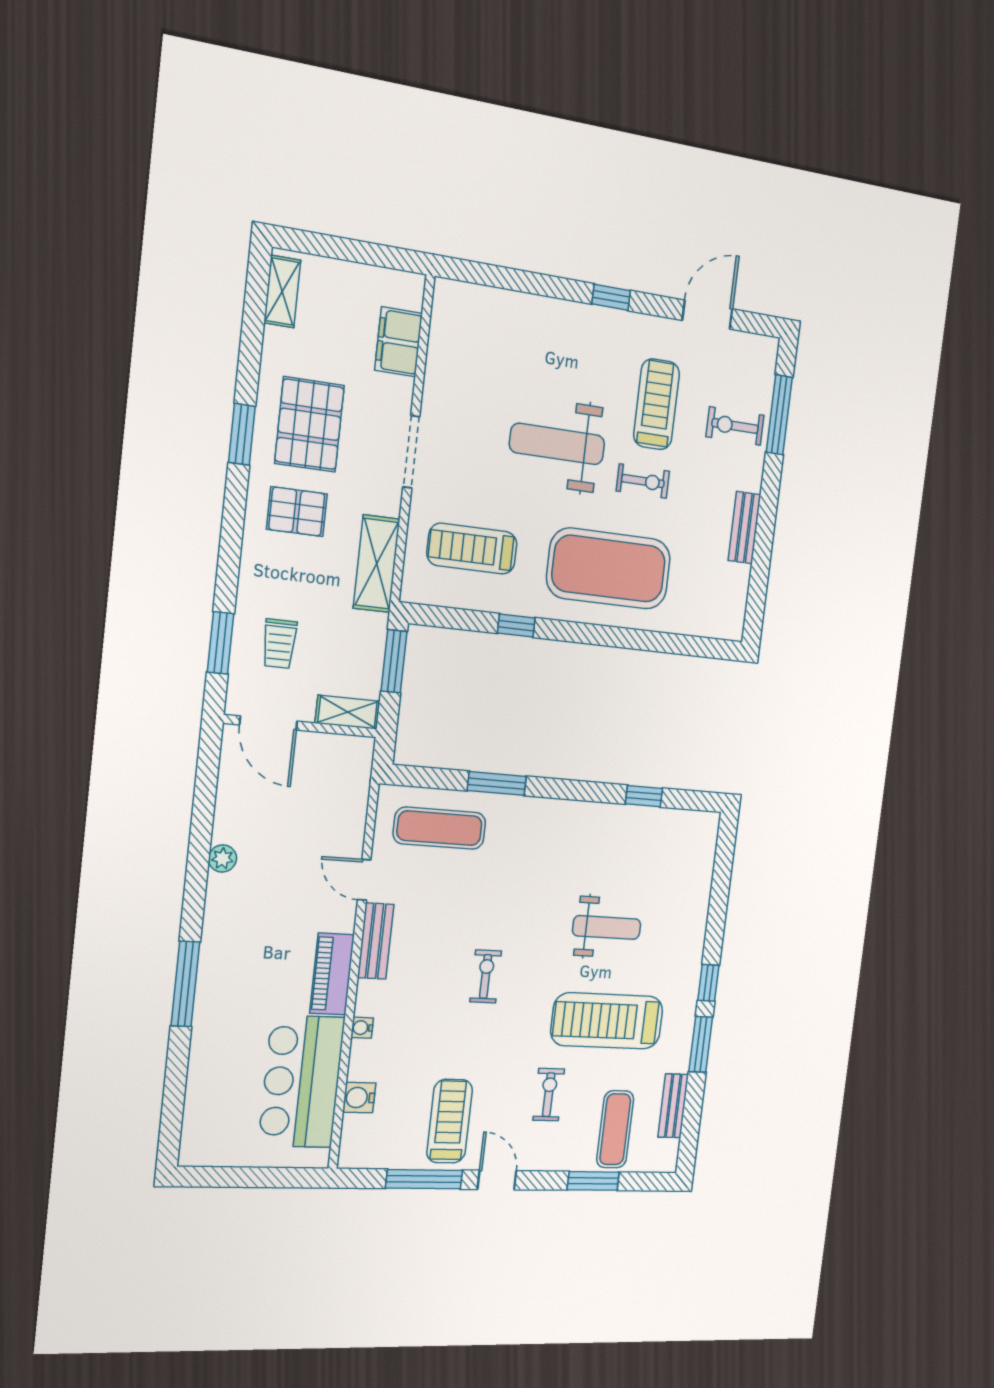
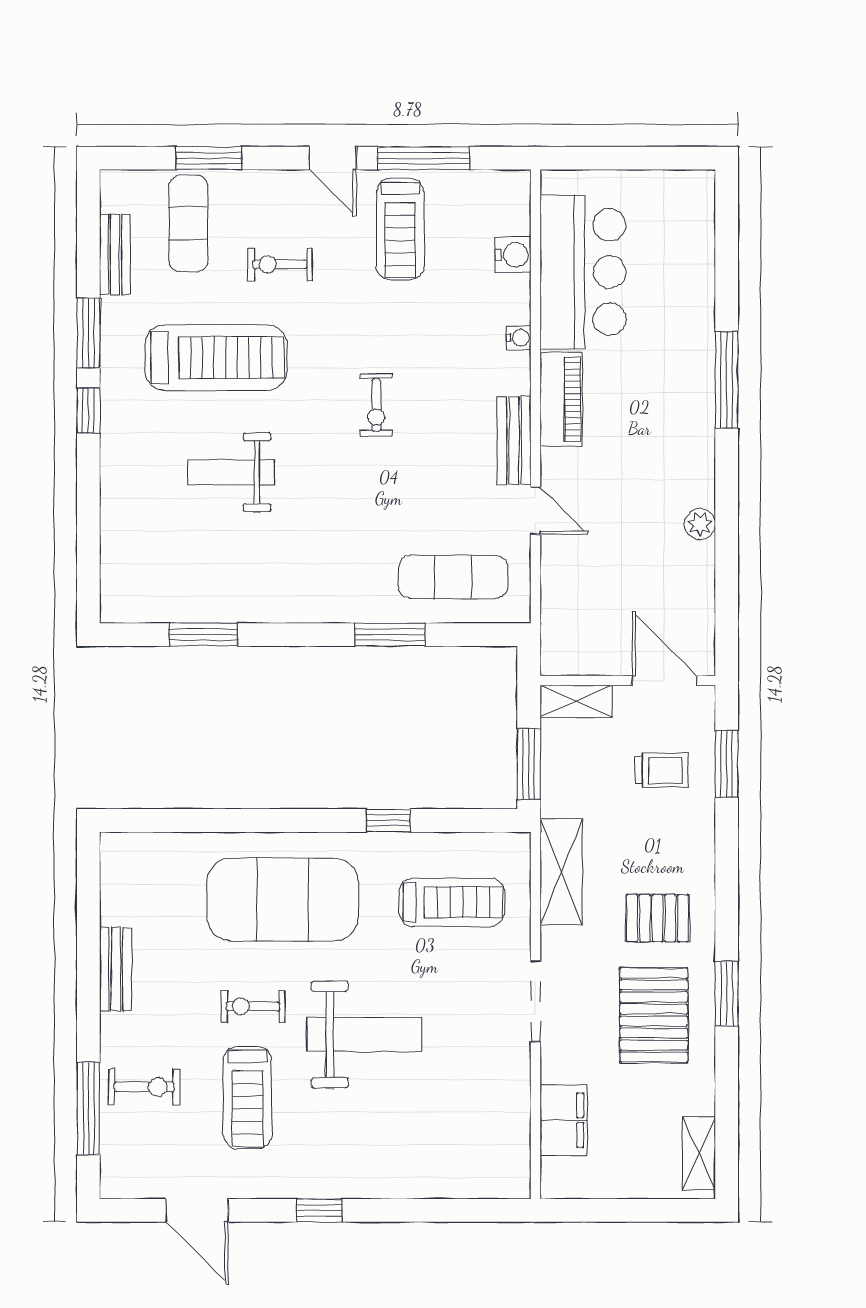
door: (707, 315) -> (197, 1210), hinge flipped
trolley: (279, 644) -> (662, 770), turned 90
window: (644, 796) -> (203, 635), width x1.50
exercise bike: (549, 1095) -> (280, 264), turned 90

